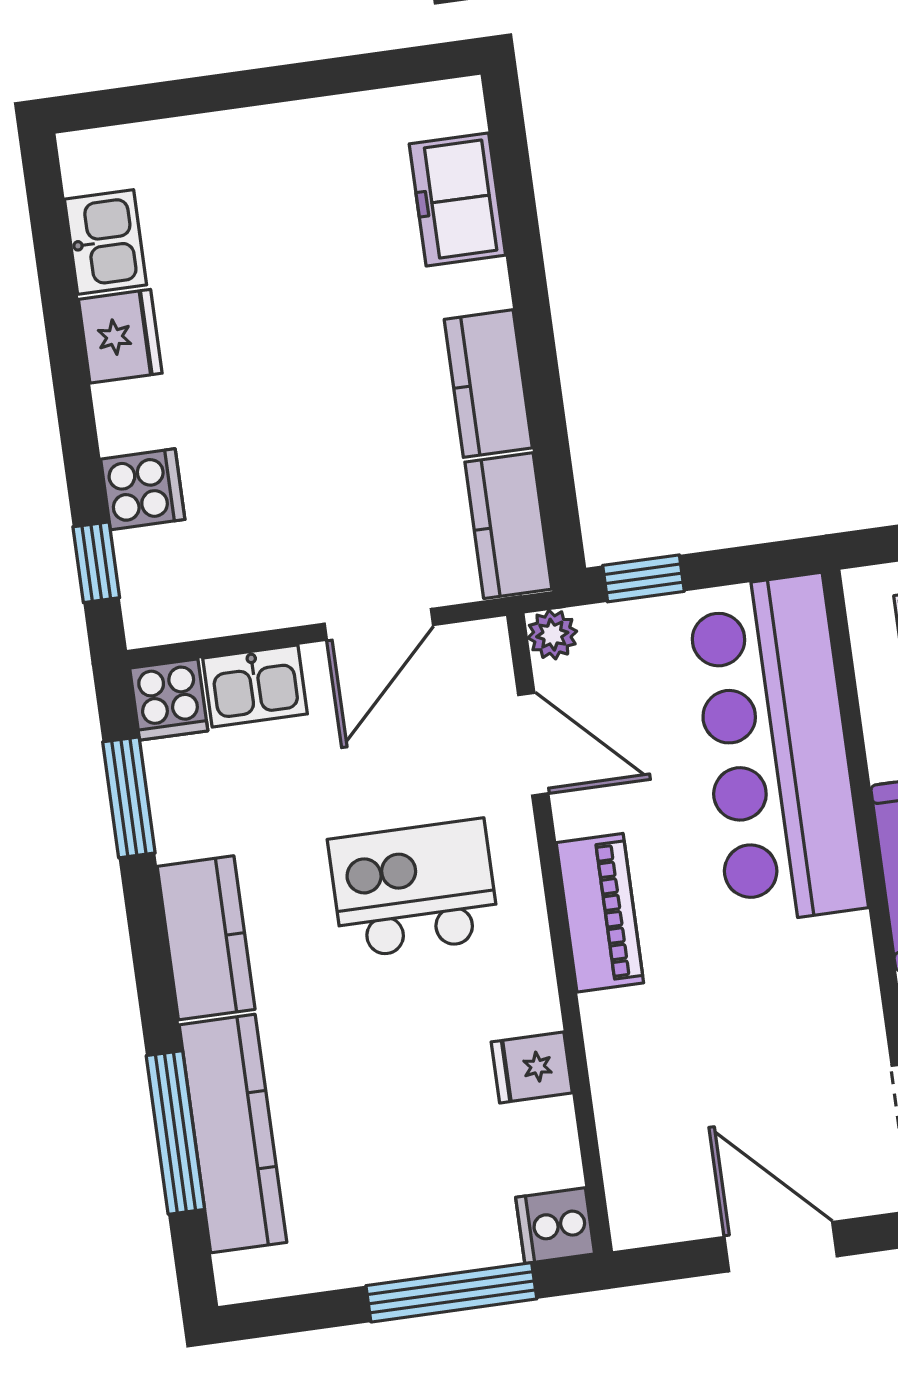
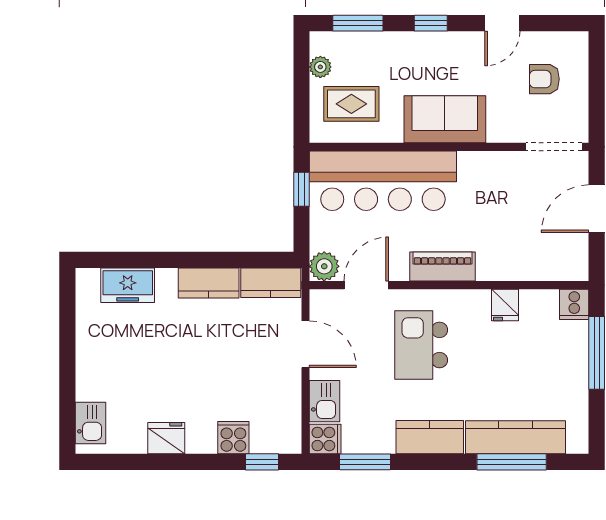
kitchen sink: (106, 242) -> (91, 423), moved, turned 90
window: (643, 578) -> (302, 189), moved
plant: (552, 635) -> (324, 266), width x1.38, depth x1.38

